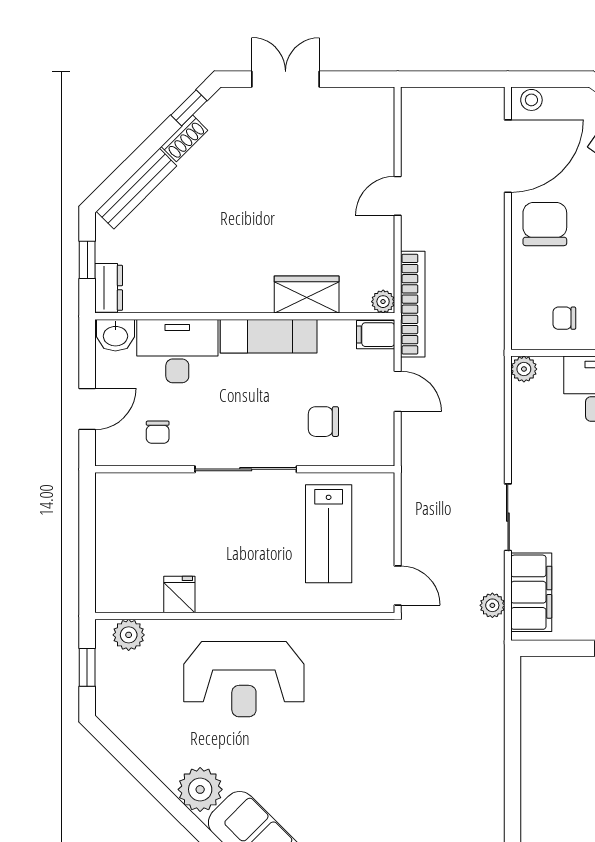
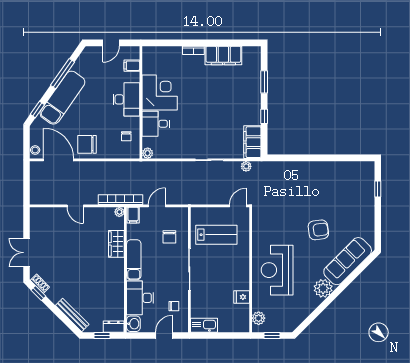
shoe rack: (184, 138) -> (40, 284), moved
door: (87, 409) -> (164, 336), hinge flipped
kitchen sink: (112, 504) -> (204, 325), added
filing cabinet: (531, 592) -> (252, 142), moved, turned -90
reception desk: (244, 679) -> (277, 270), turned 180
armchair: (340, 778) -> (318, 230), added

